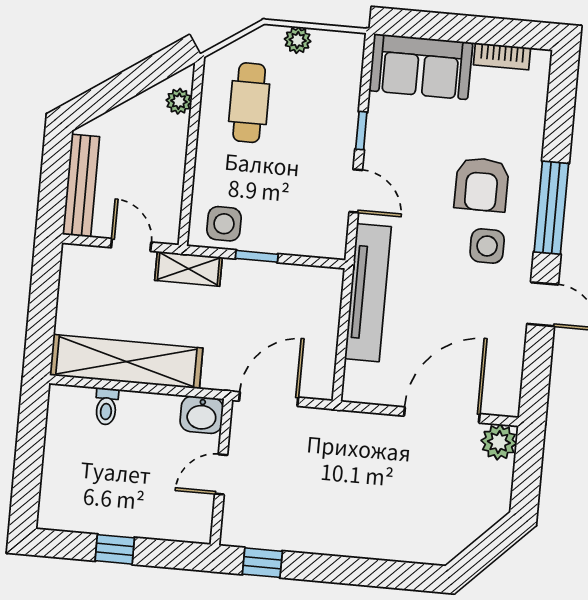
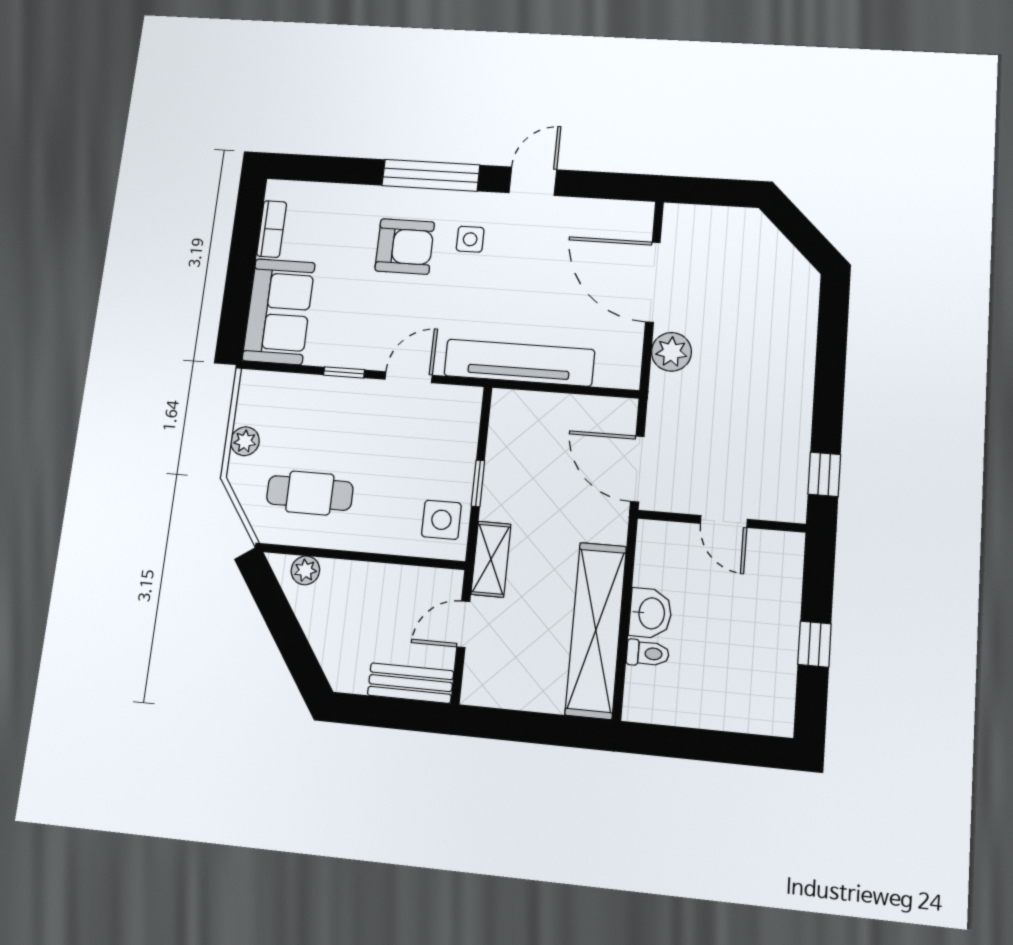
bench: (81, 186) -> (411, 683), width x0.73
side table: (487, 246) -> (470, 239), width x0.73, depth x0.73
washbasin: (202, 415) -> (650, 613), moved
plant: (499, 442) -> (671, 352), moved

